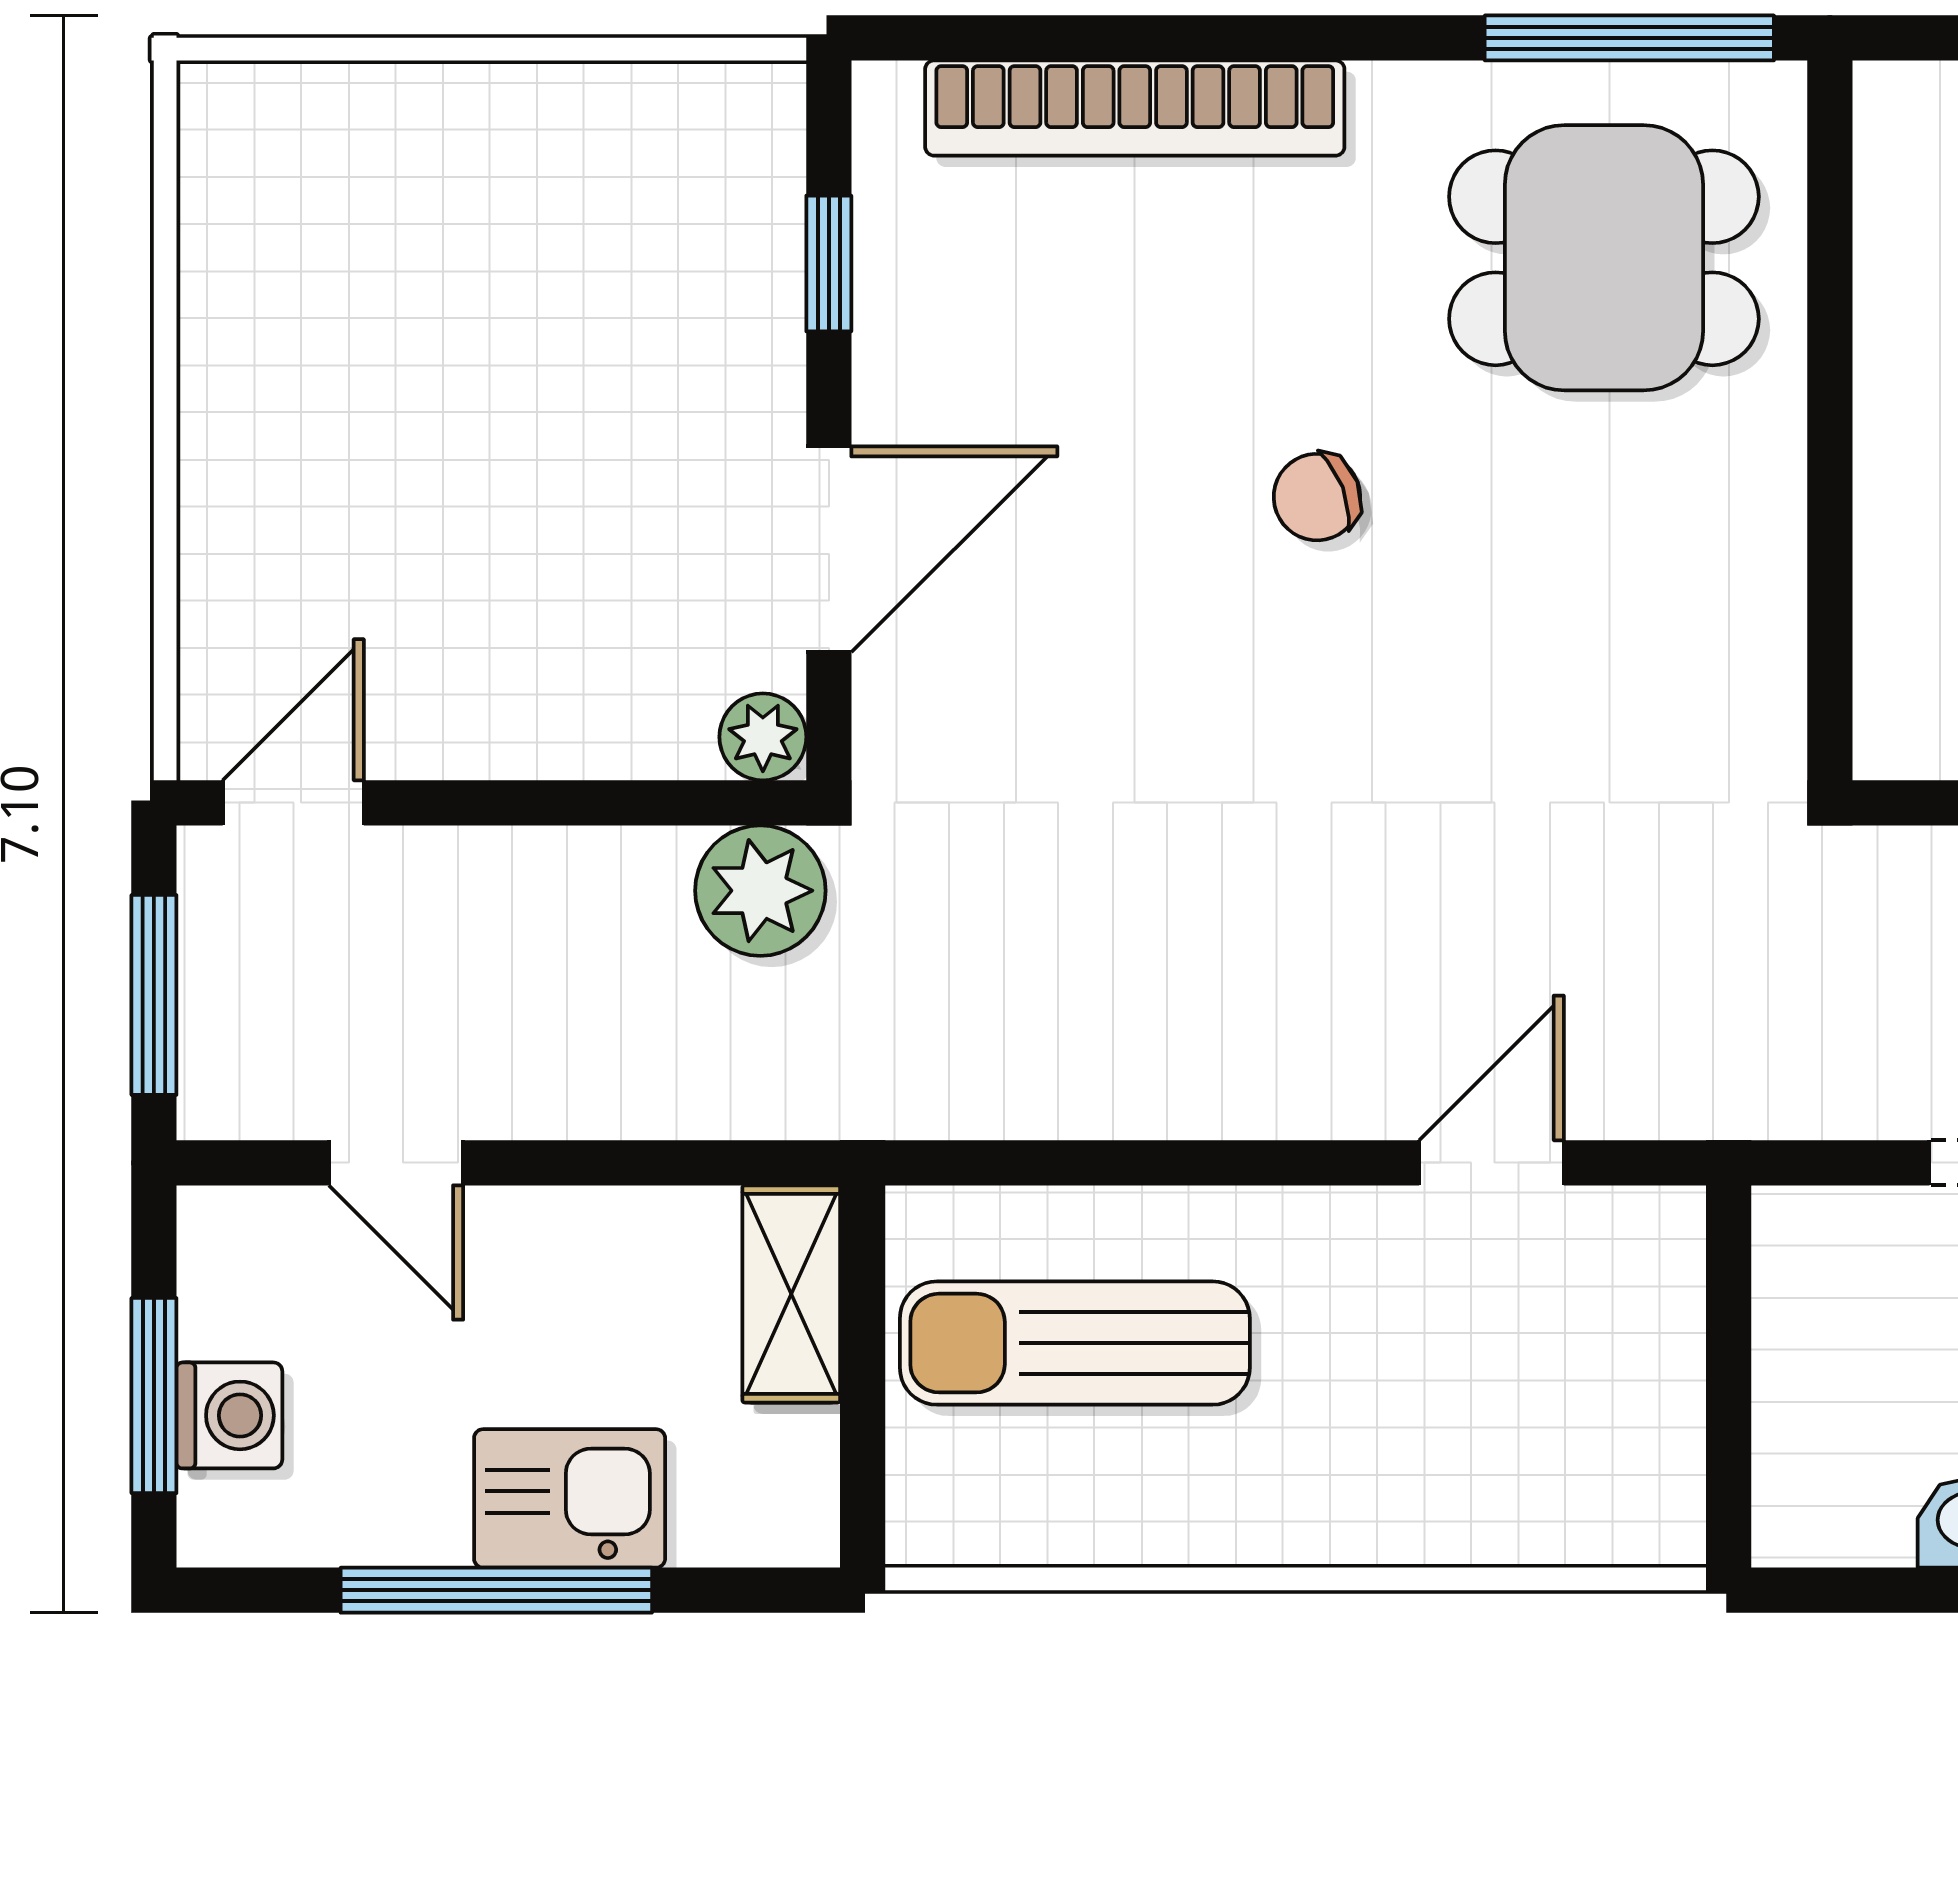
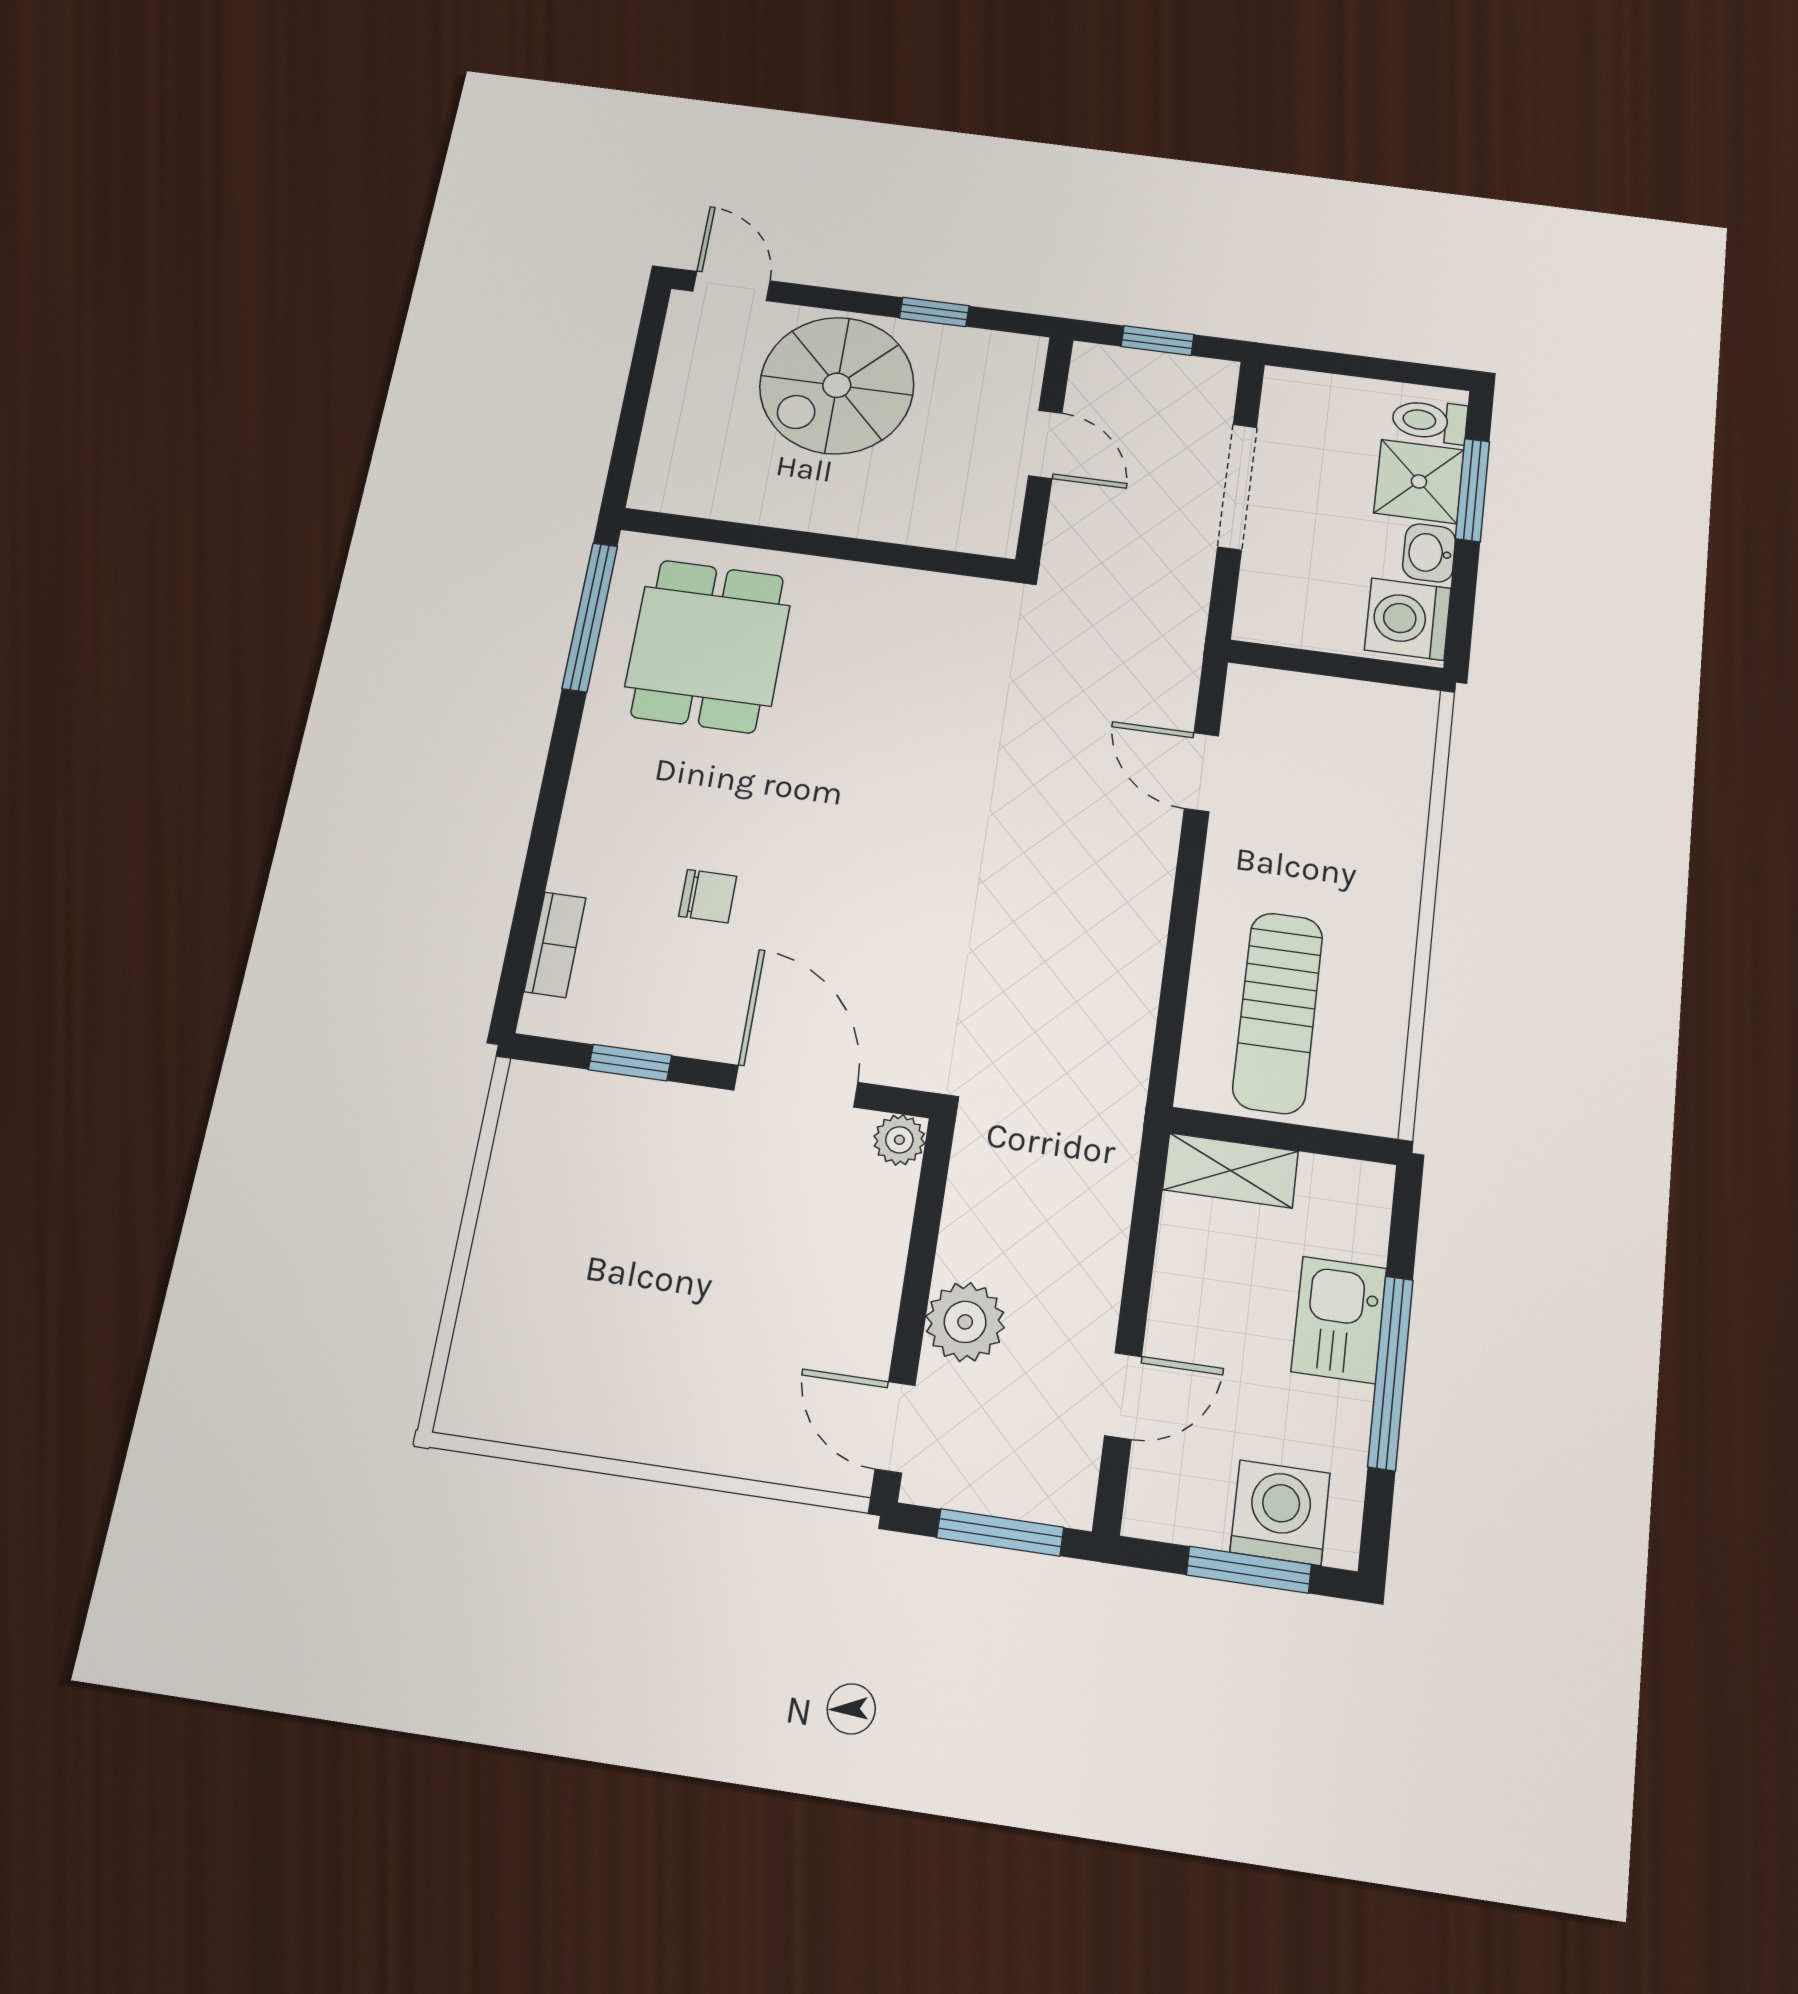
bookcase: (1135, 108) -> (555, 945), width x0.43, depth x0.76
chair: (1317, 497) -> (708, 896), moved, turned -69
plant: (760, 891) -> (965, 1322), moved
washing machine: (229, 1415) -> (1280, 1513), width x1.38, depth x1.38
washing machine: (1837, 1496) -> (1408, 619), added

